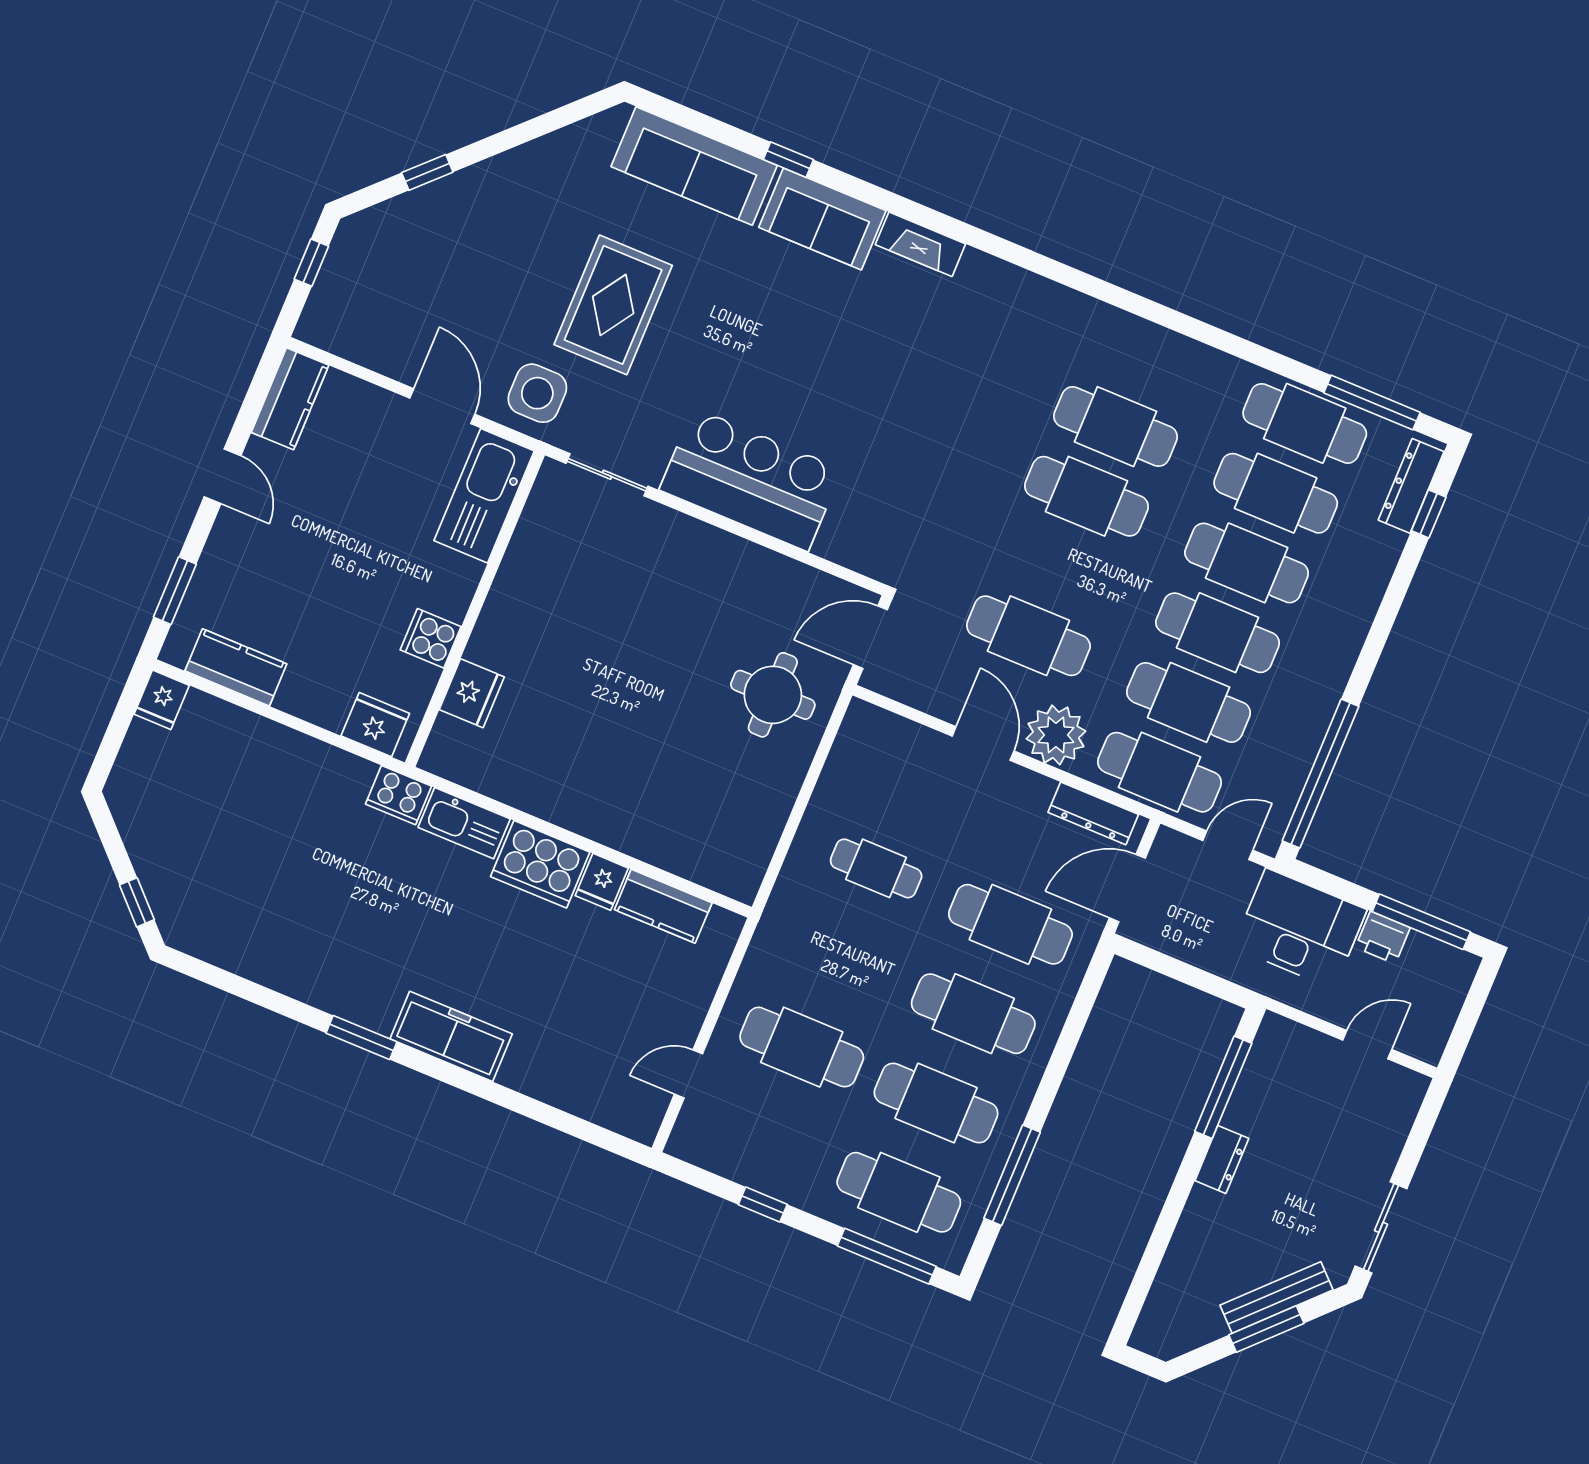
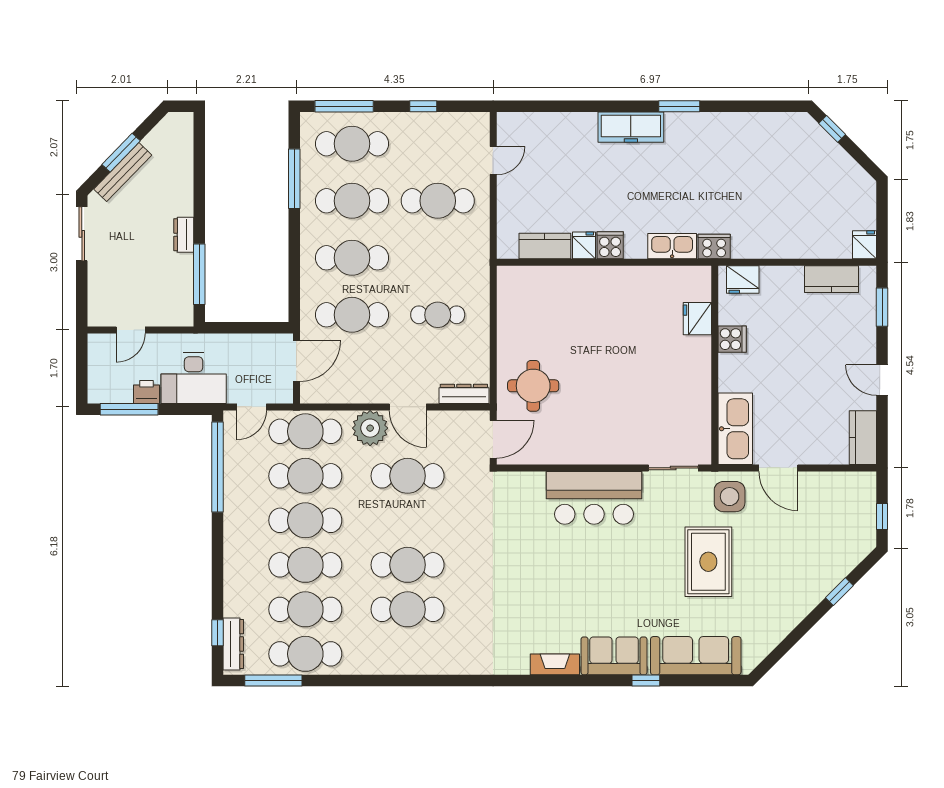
dresser: (1093, 813) -> (464, 394), moved
cooker: (540, 864) -> (610, 245), width x0.53, depth x0.76

